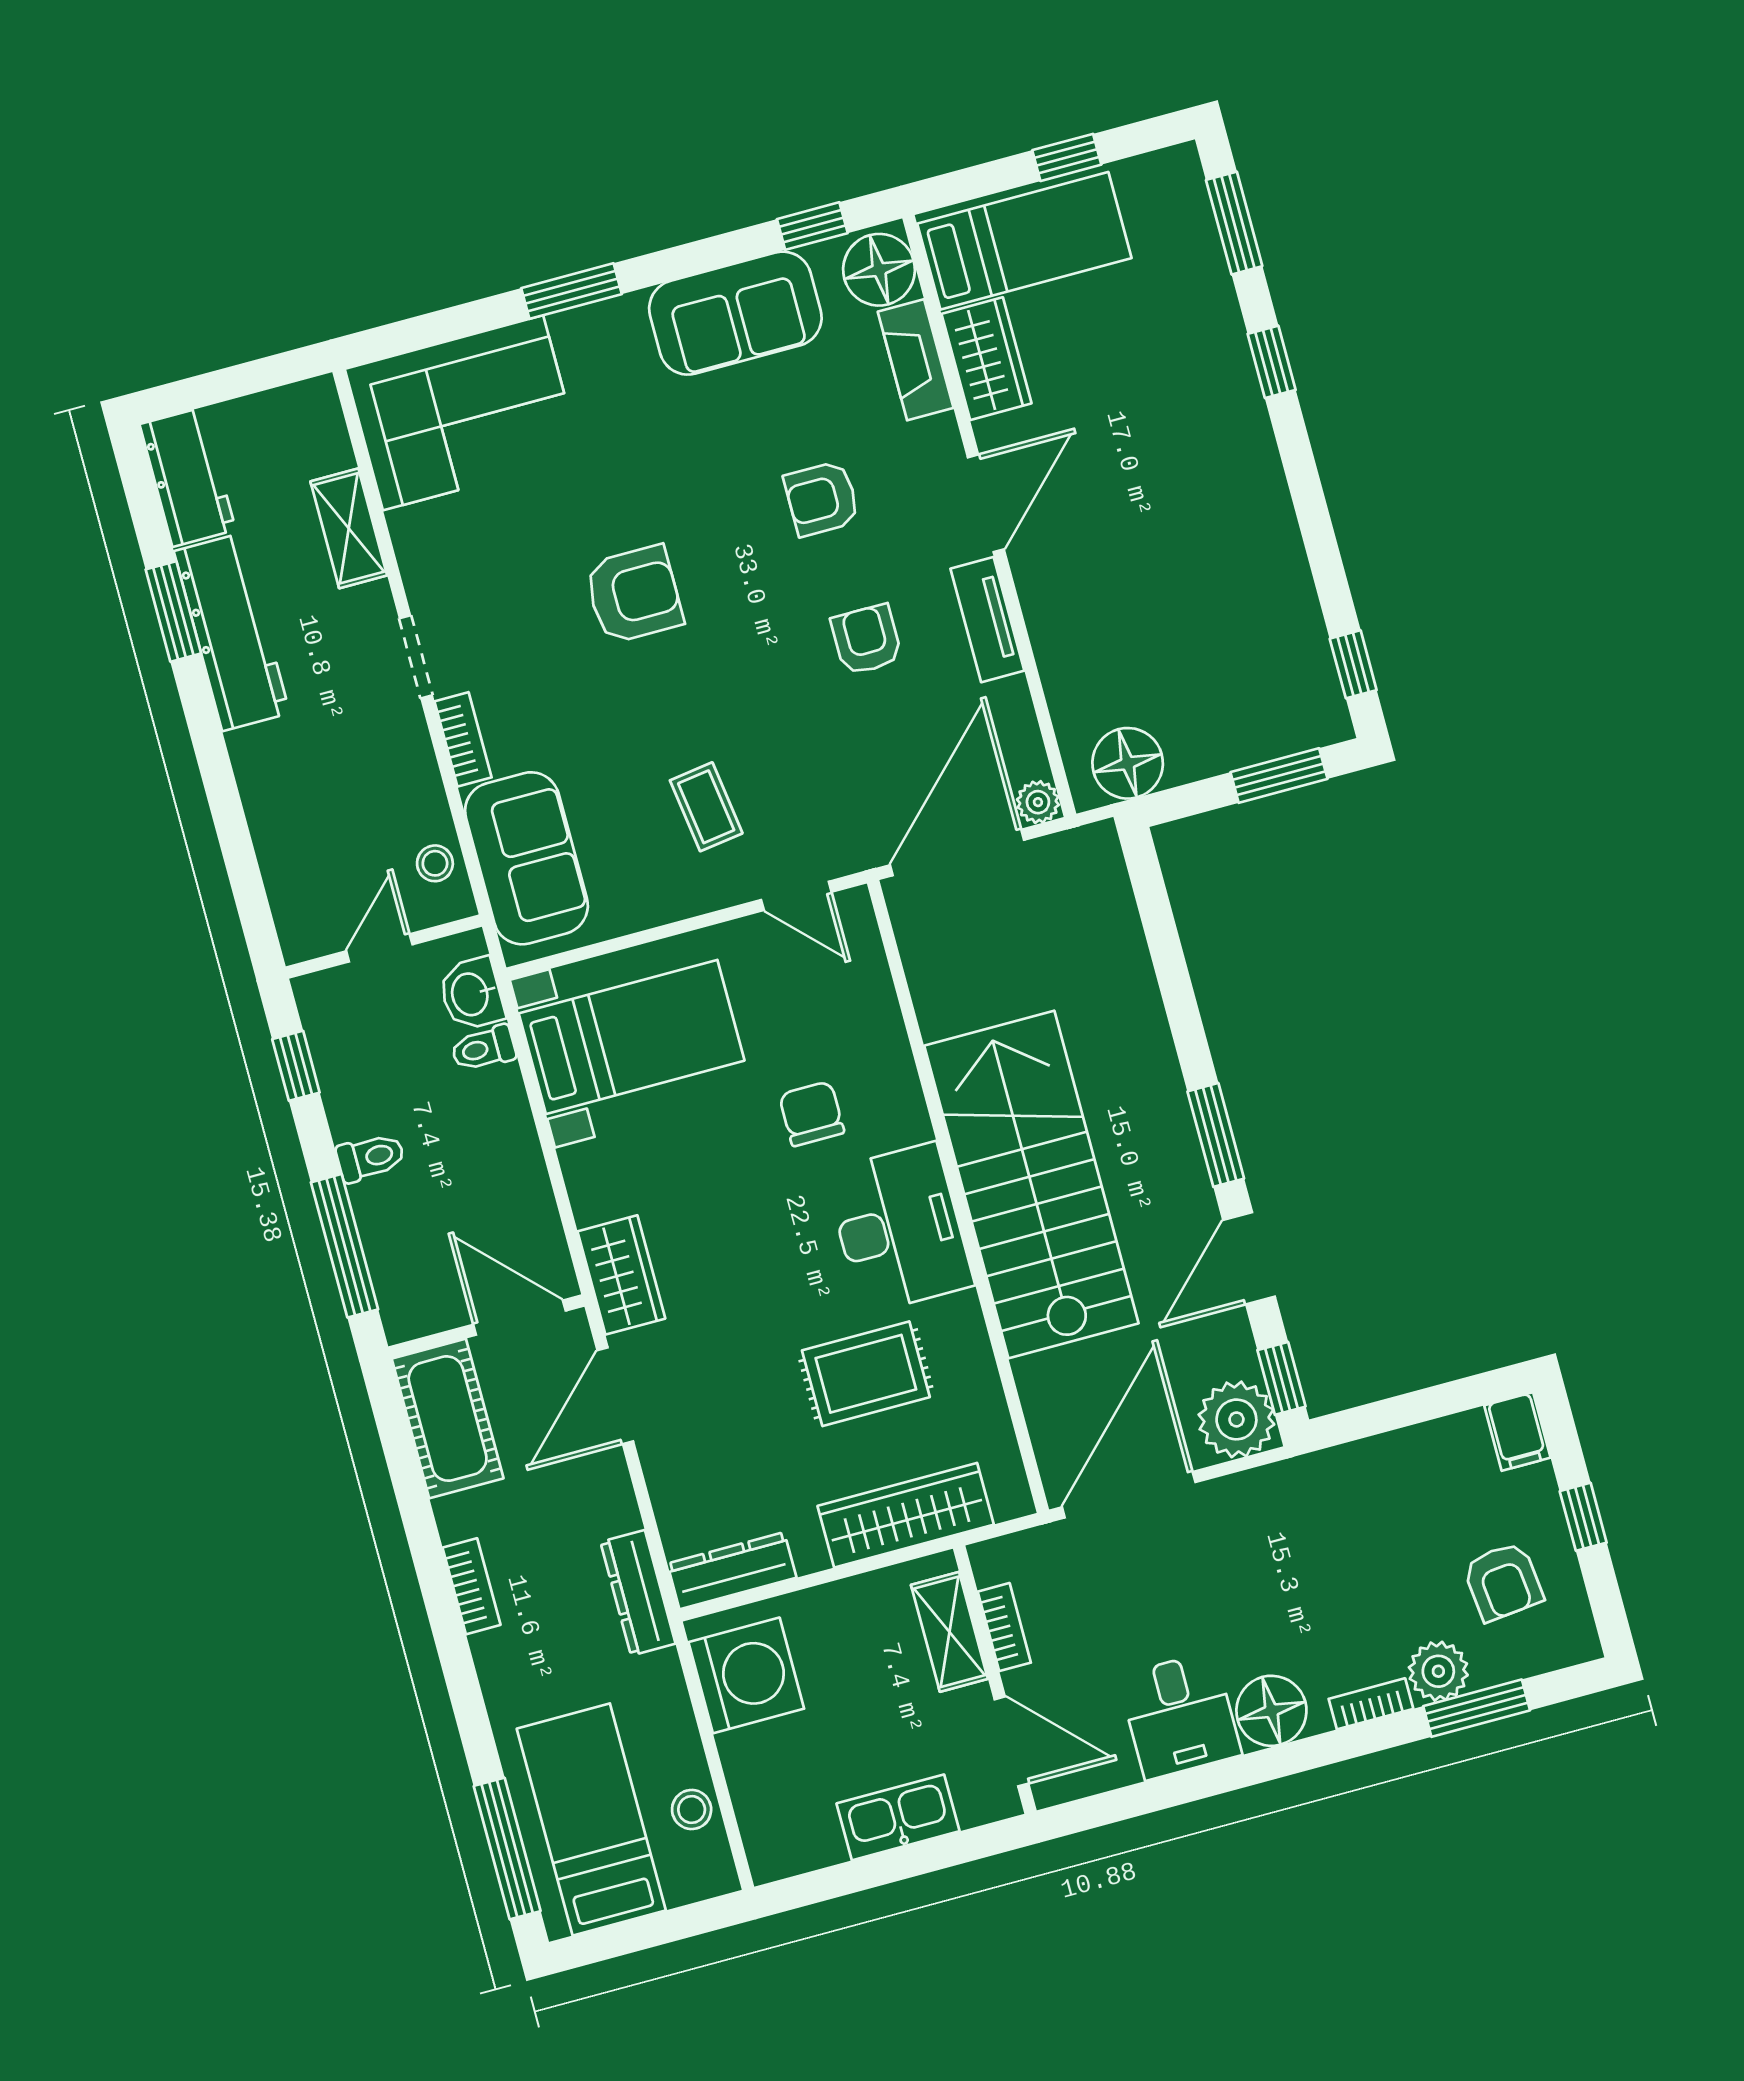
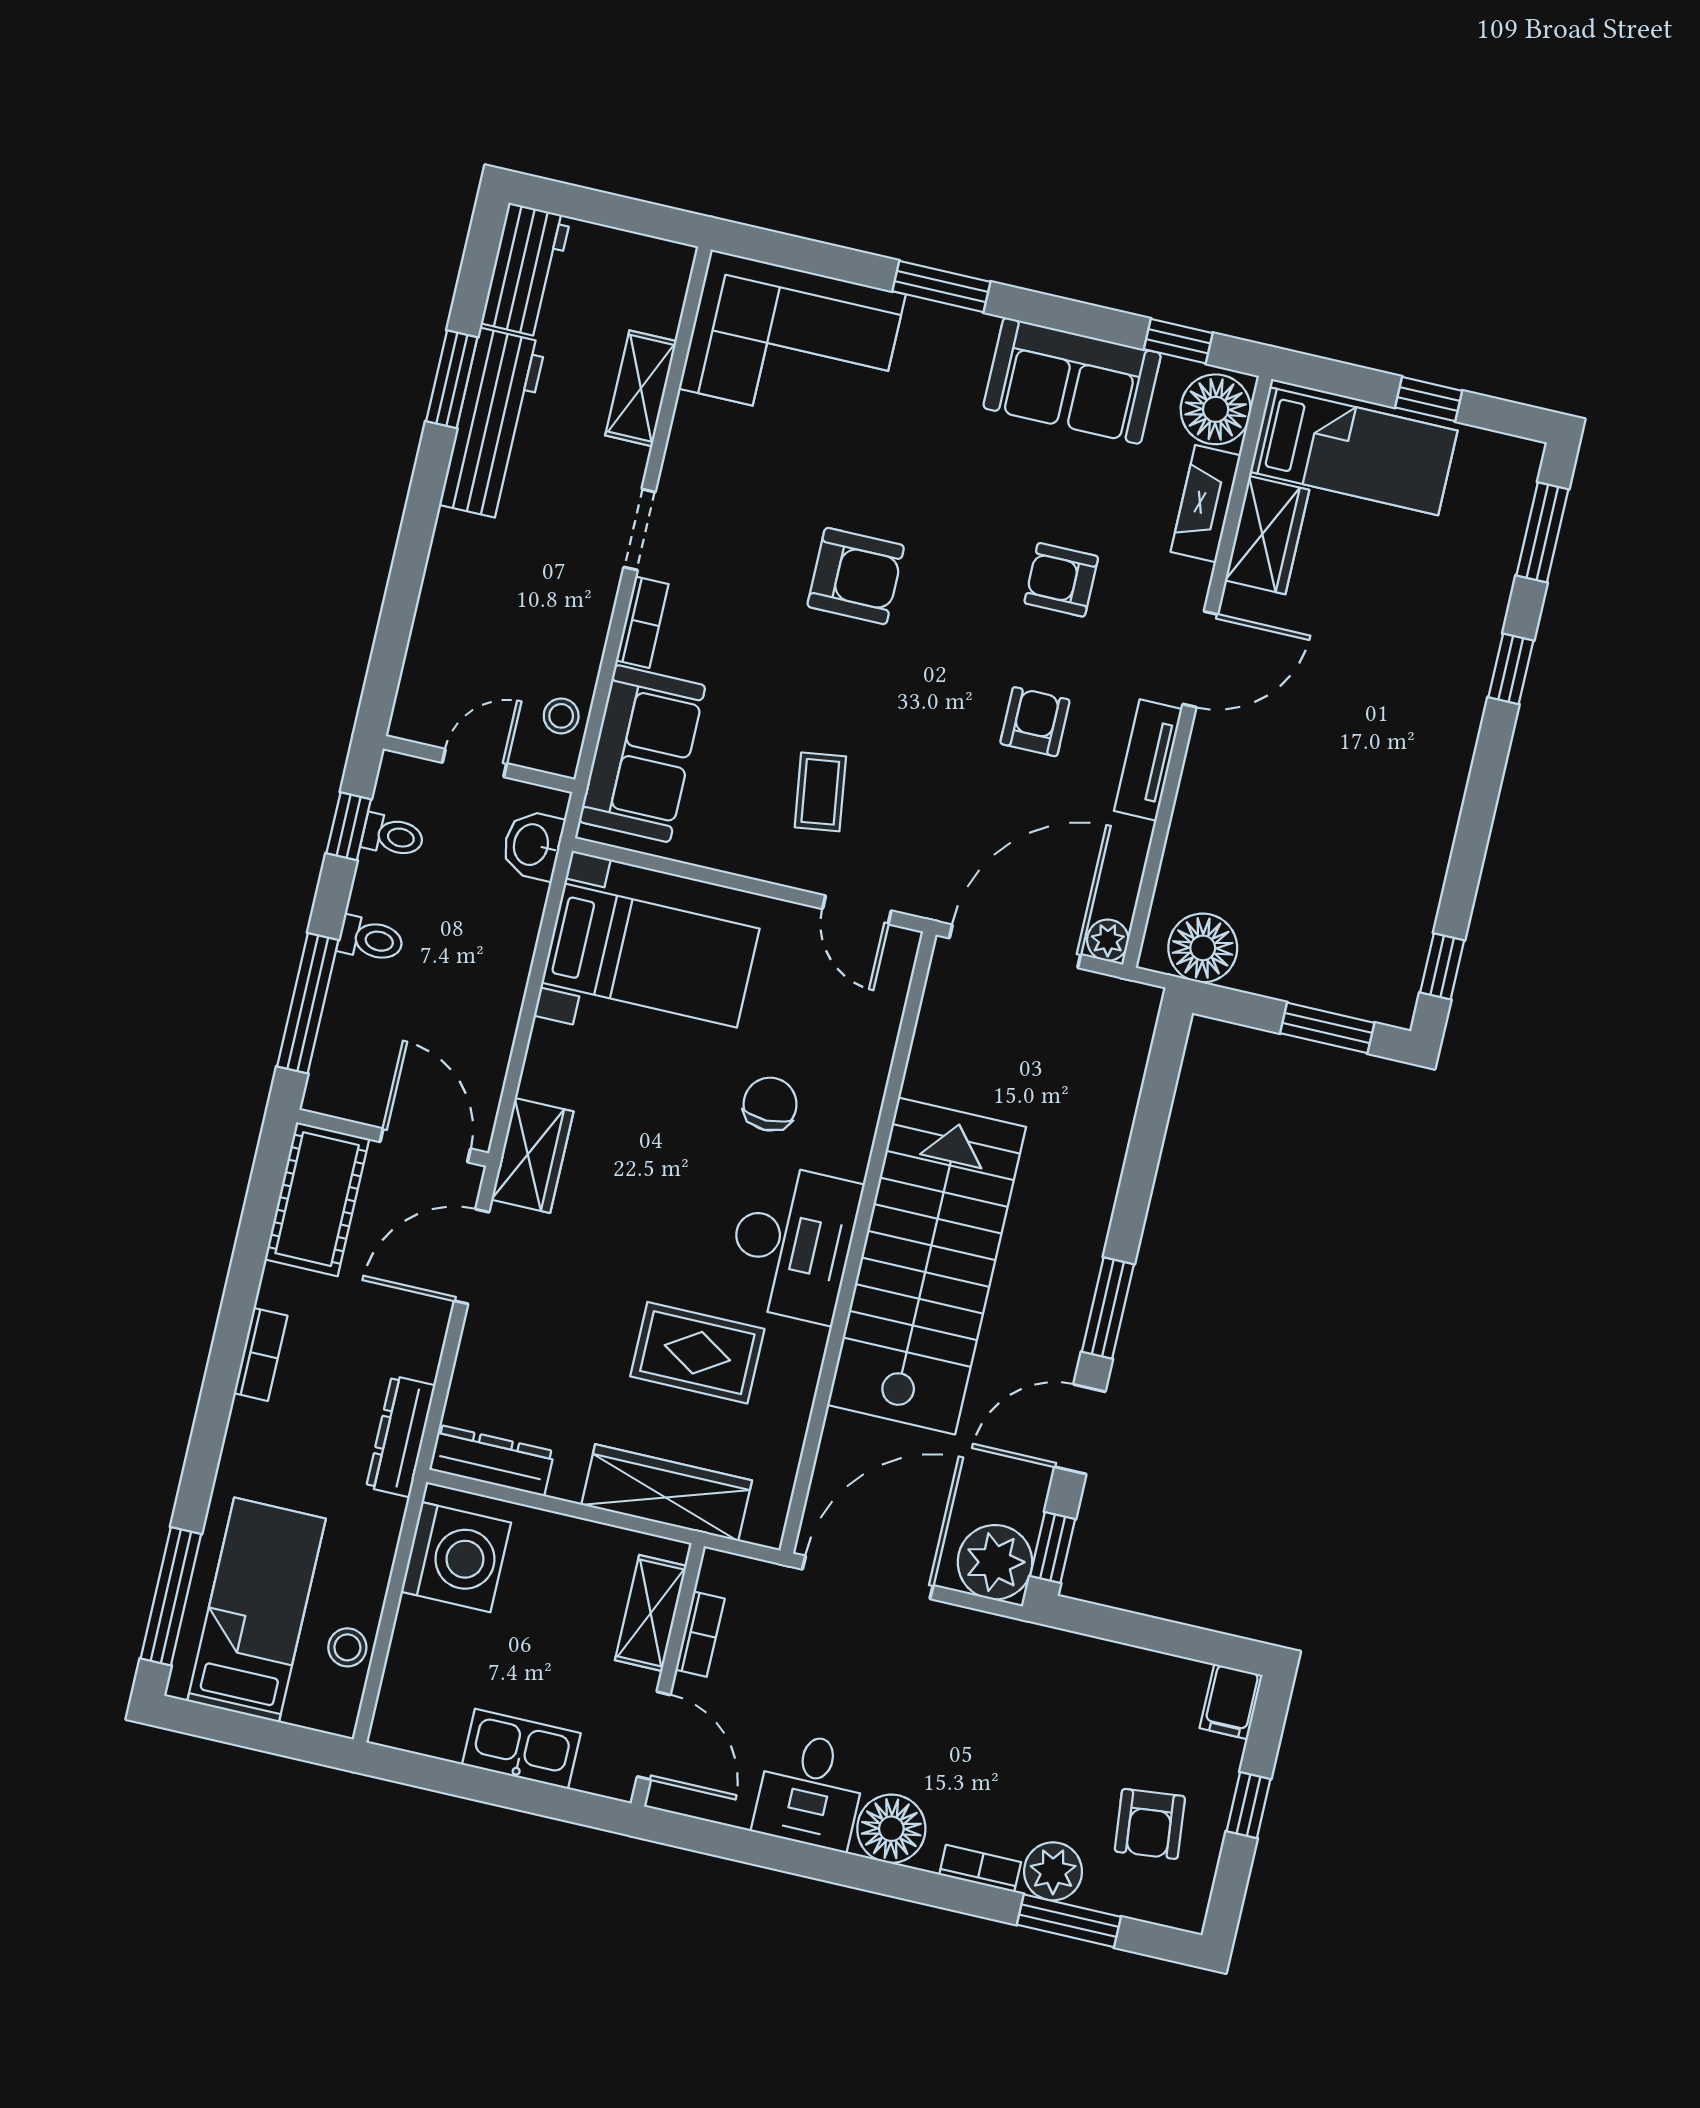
toilet: (483, 1048) -> (393, 836), moved, turned 180

